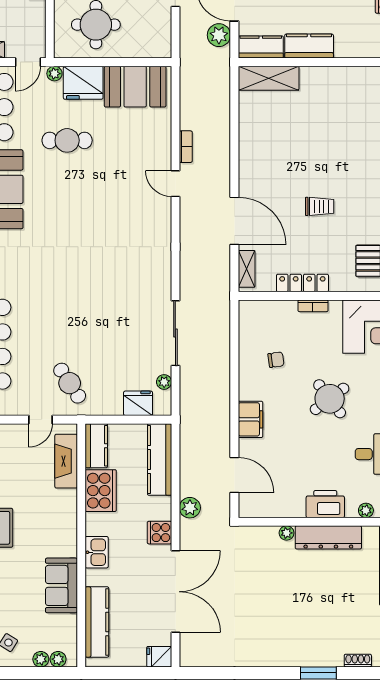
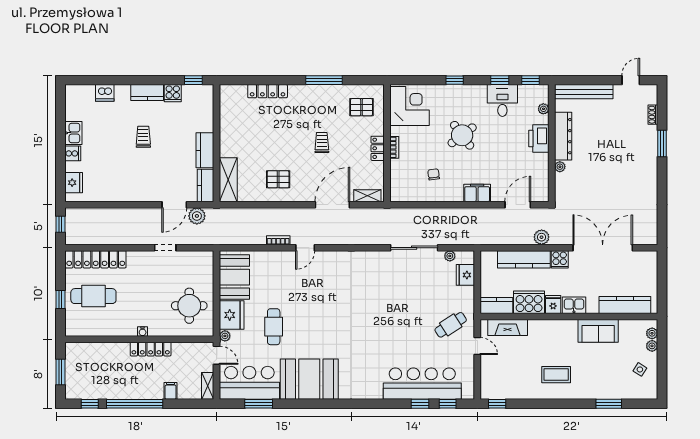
pallet: (269, 147) -> (278, 179), added
locker: (302, 283) -> (378, 148), width x0.66
kitchen counter: (160, 459) -> (524, 259), moved
fridge: (159, 657) -> (553, 305), moved, turned 180

